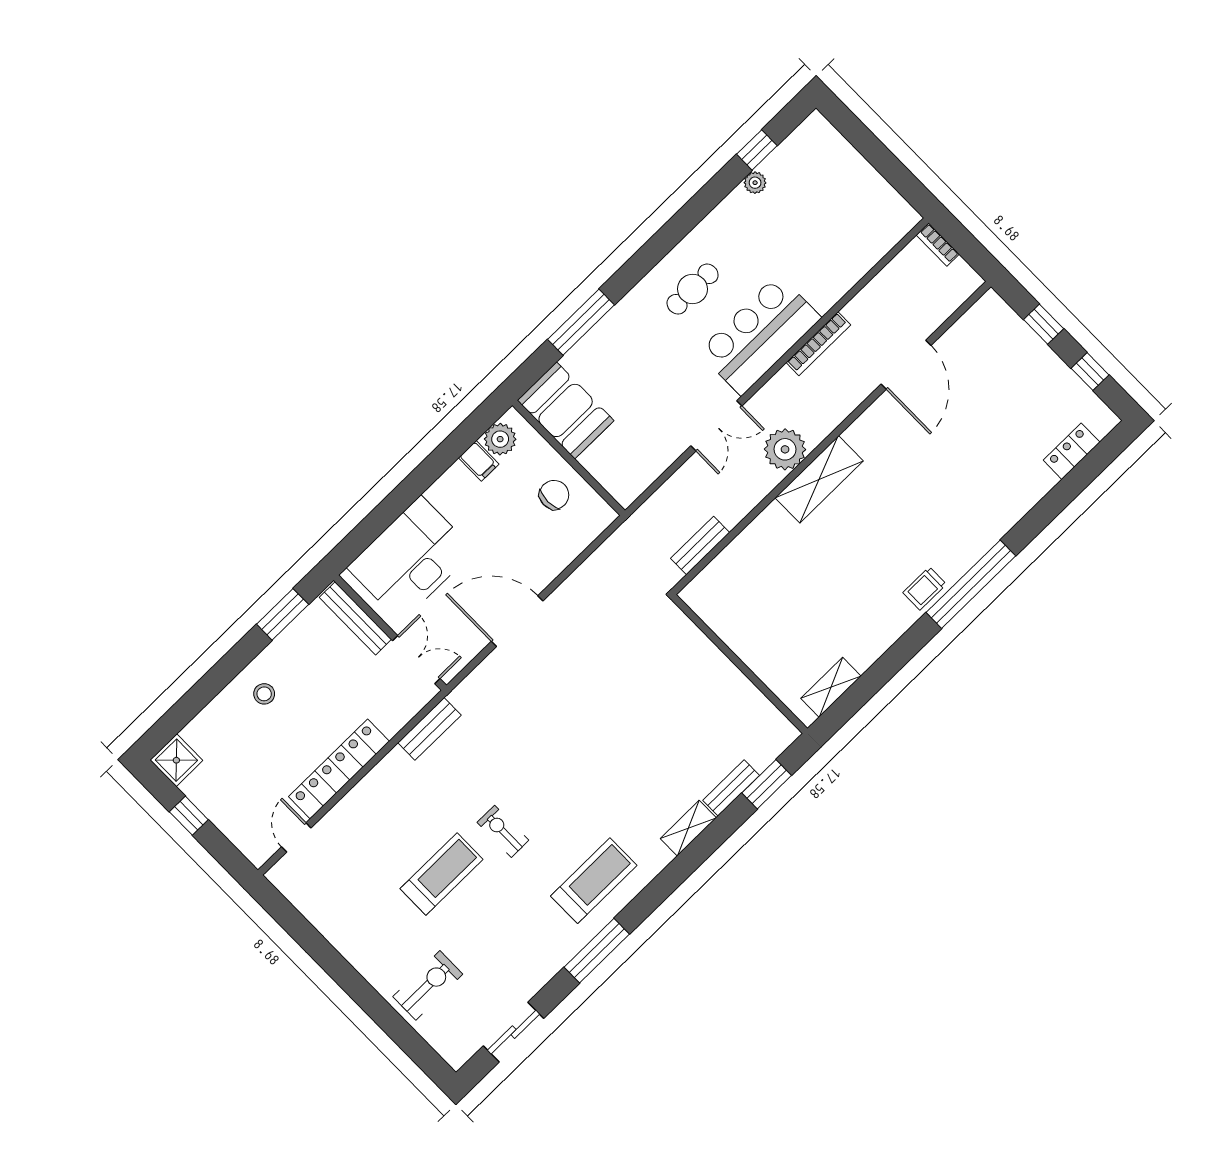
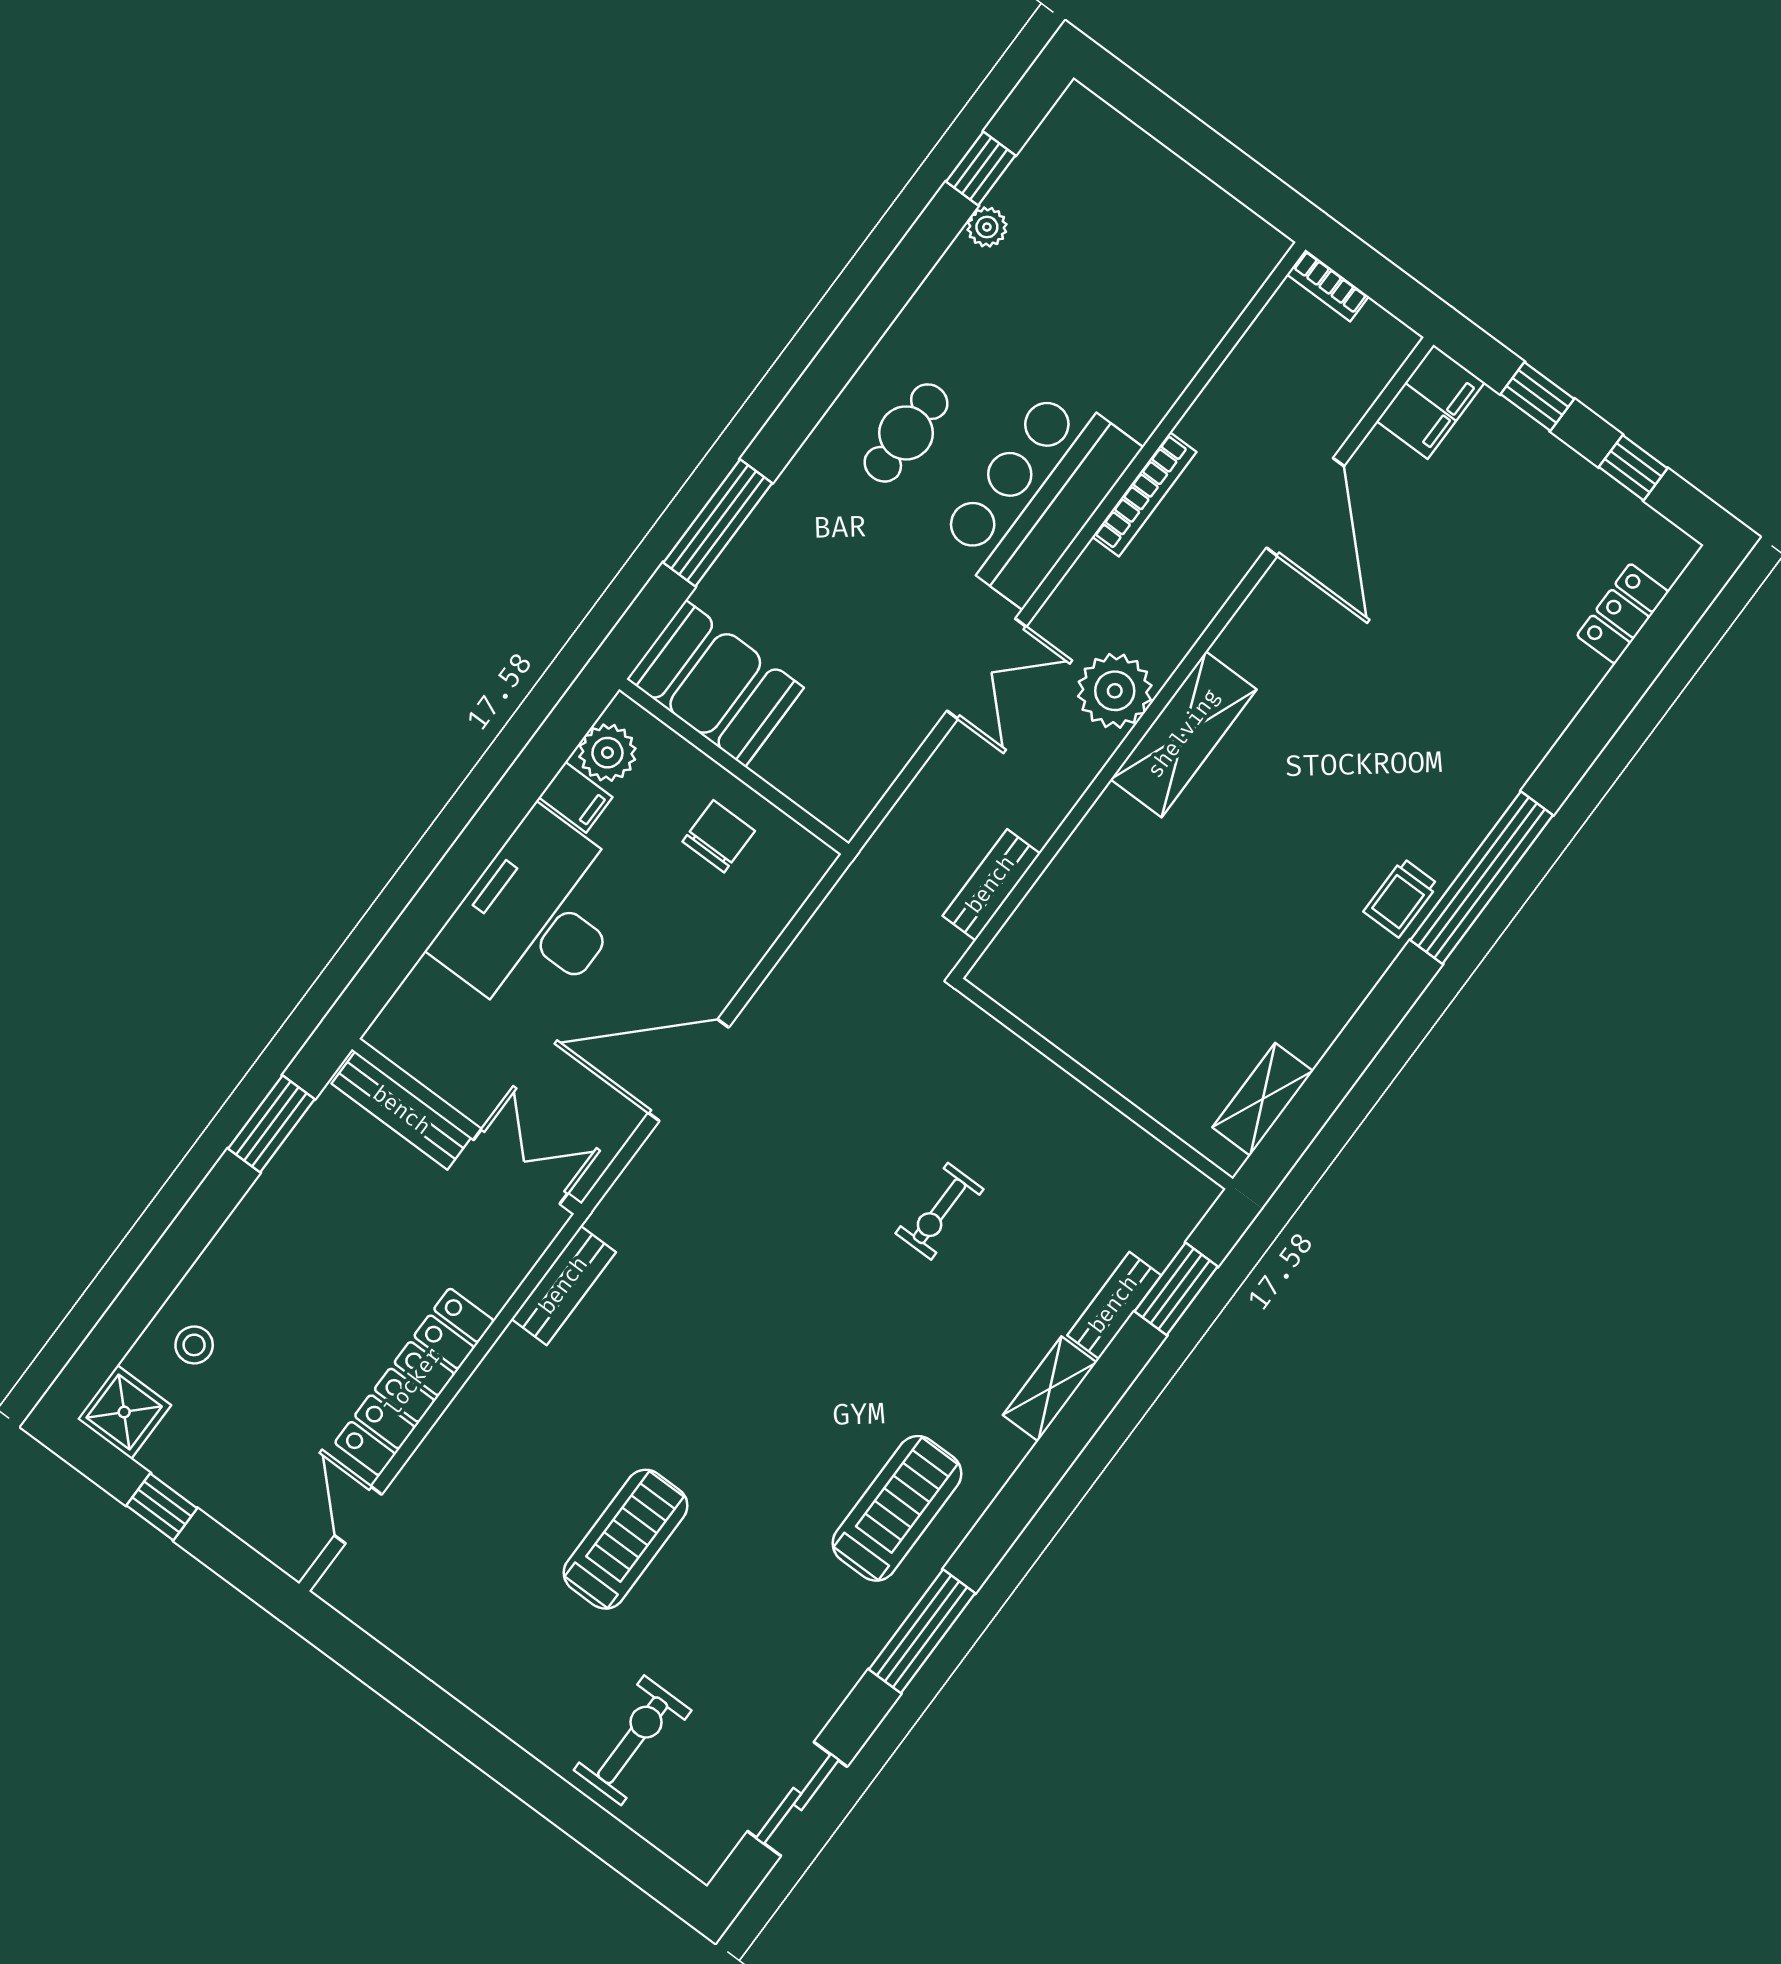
filing cabinet: (984, 318) -> (1431, 402), added
desk: (411, 559) -> (537, 918), moved
stool: (264, 694) -> (194, 1345), moved
exercise bike: (503, 831) -> (939, 1211), moved, turned -90

